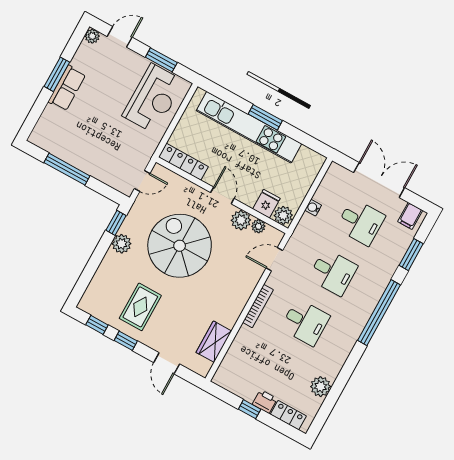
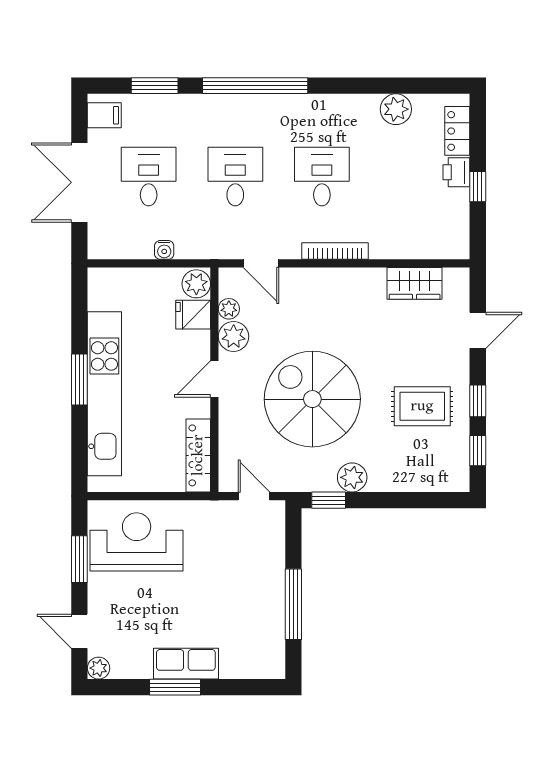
spiral stairs: (180, 246) -> (312, 399), turned 90

